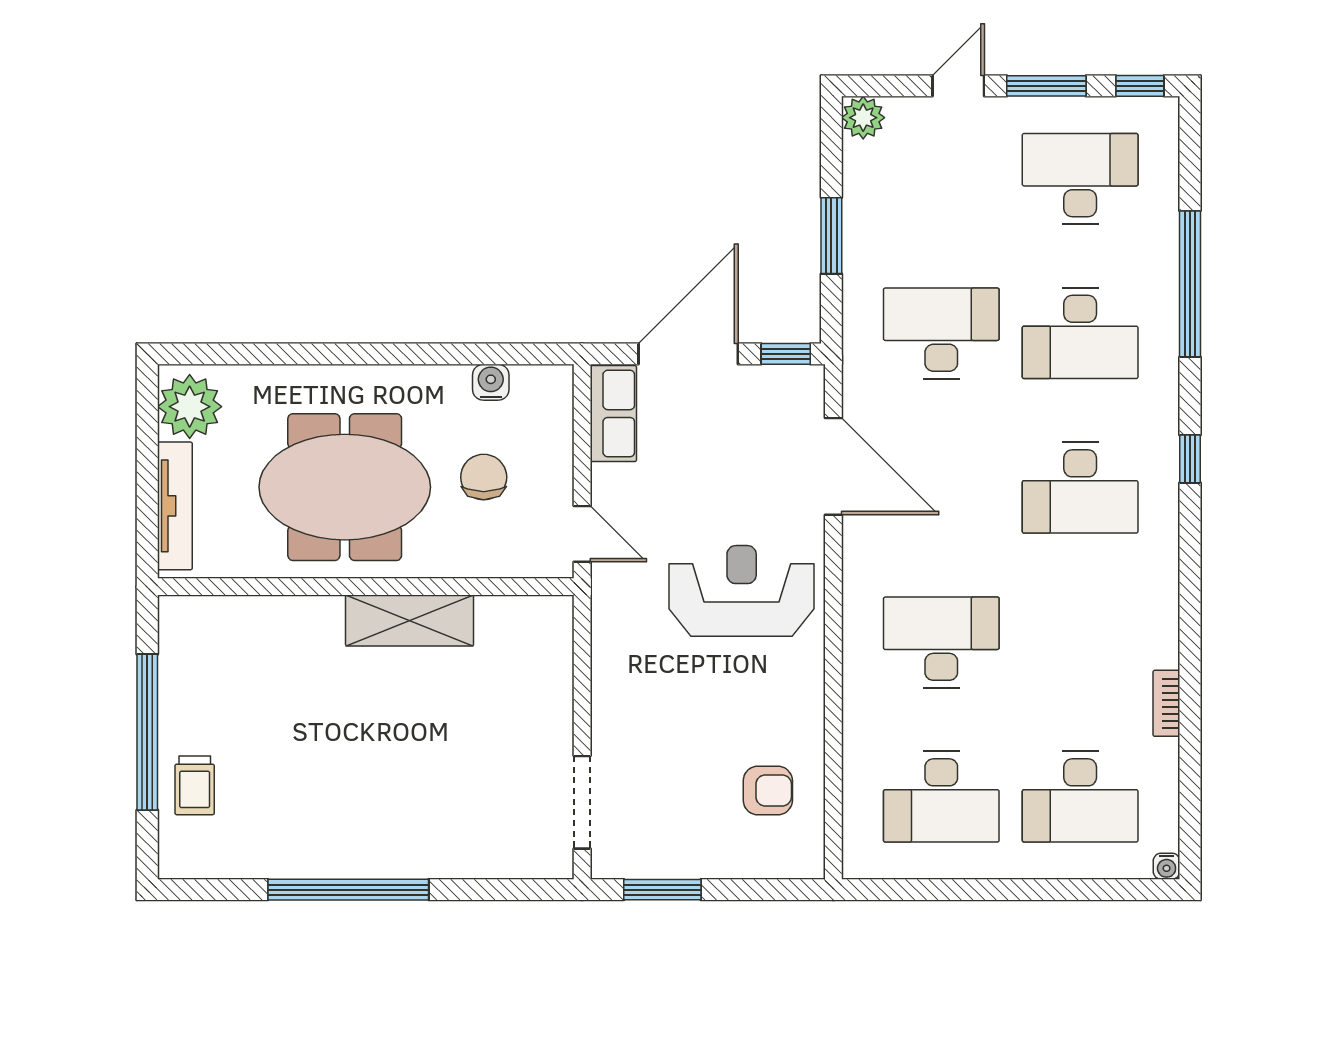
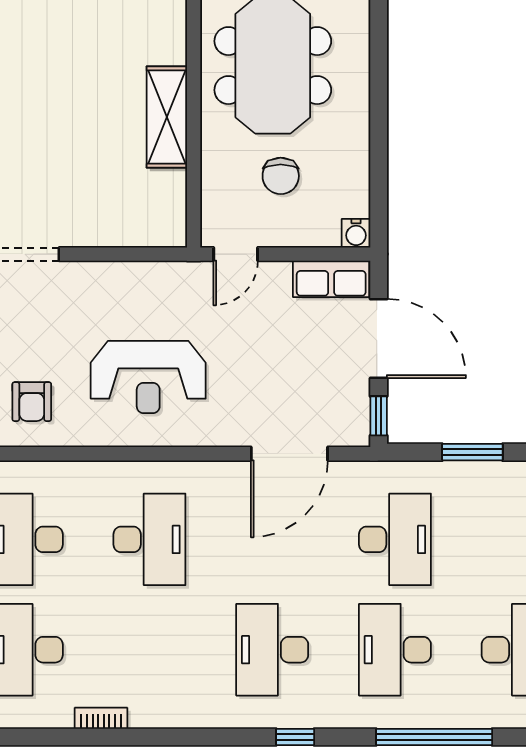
water cooler: (491, 382) -> (356, 233), moved, turned 90
chair: (484, 477) -> (281, 176), turned 90
reception desk: (742, 591) -> (148, 377), moved, turned 90

